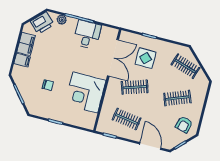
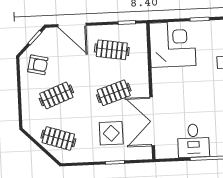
corner desk: (85, 93) -> (173, 44), moved
armchair: (184, 125) -> (38, 65), turned 87

